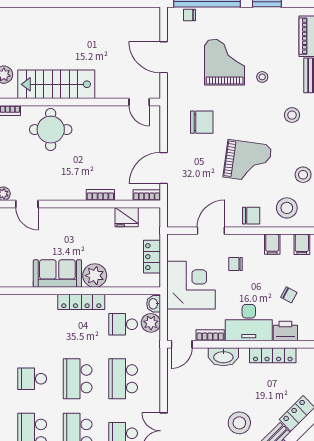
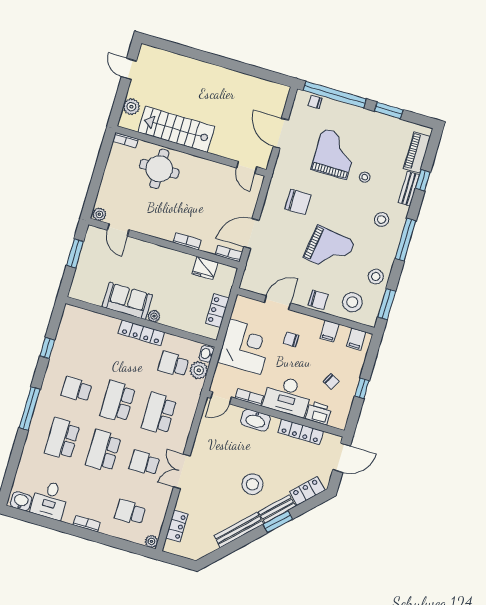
plant: (95, 276) -> (154, 316), width x0.53, depth x0.53

